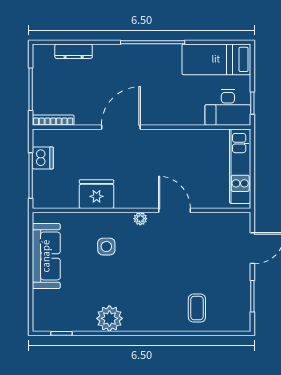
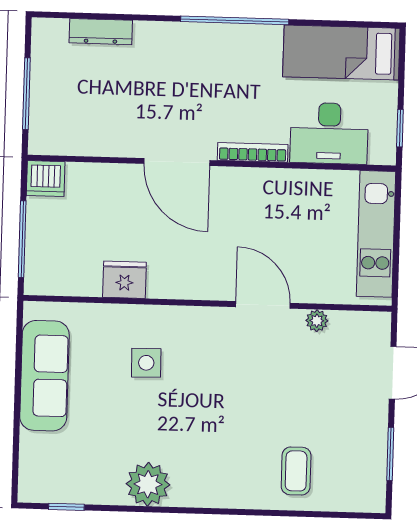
desk: (228, 107) -> (329, 133), moved
bookcase: (53, 120) -> (253, 152), moved
door: (121, 127) -> (177, 162), swing flipped
dishwasher: (43, 158) -> (46, 179), moved, turned 90
fridge: (97, 194) -> (124, 280), width x0.73, depth x0.75
plant: (140, 219) -> (317, 321), moved

